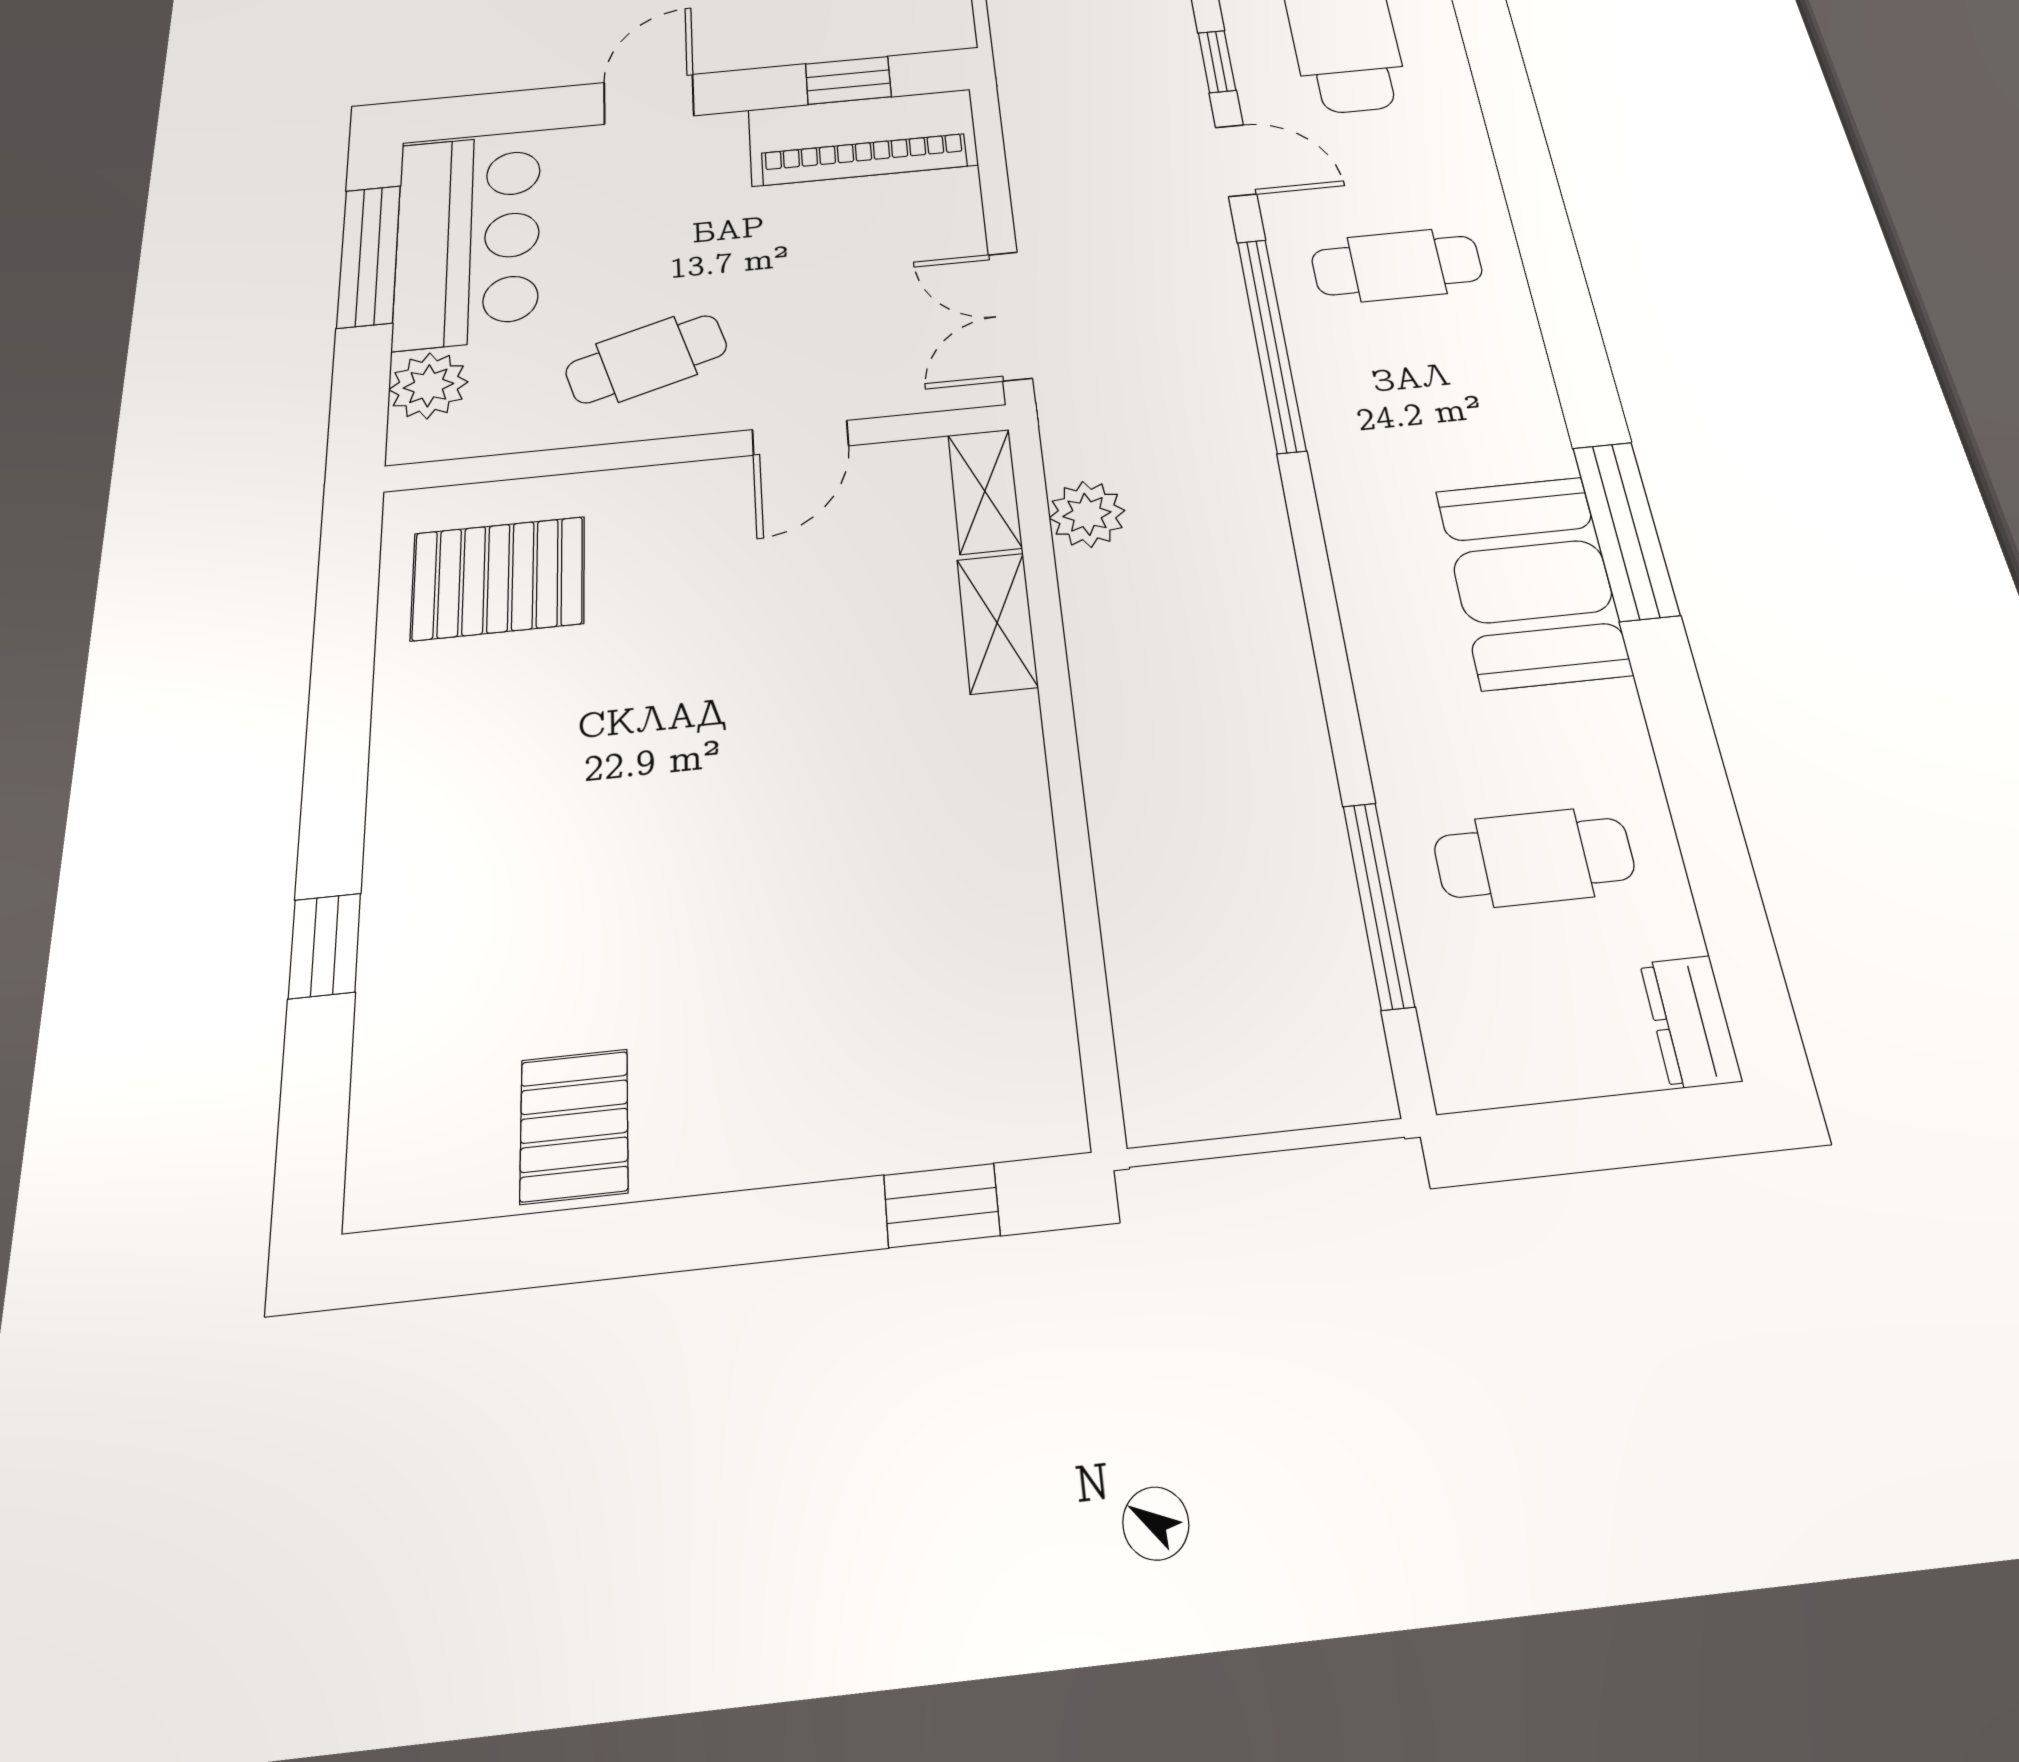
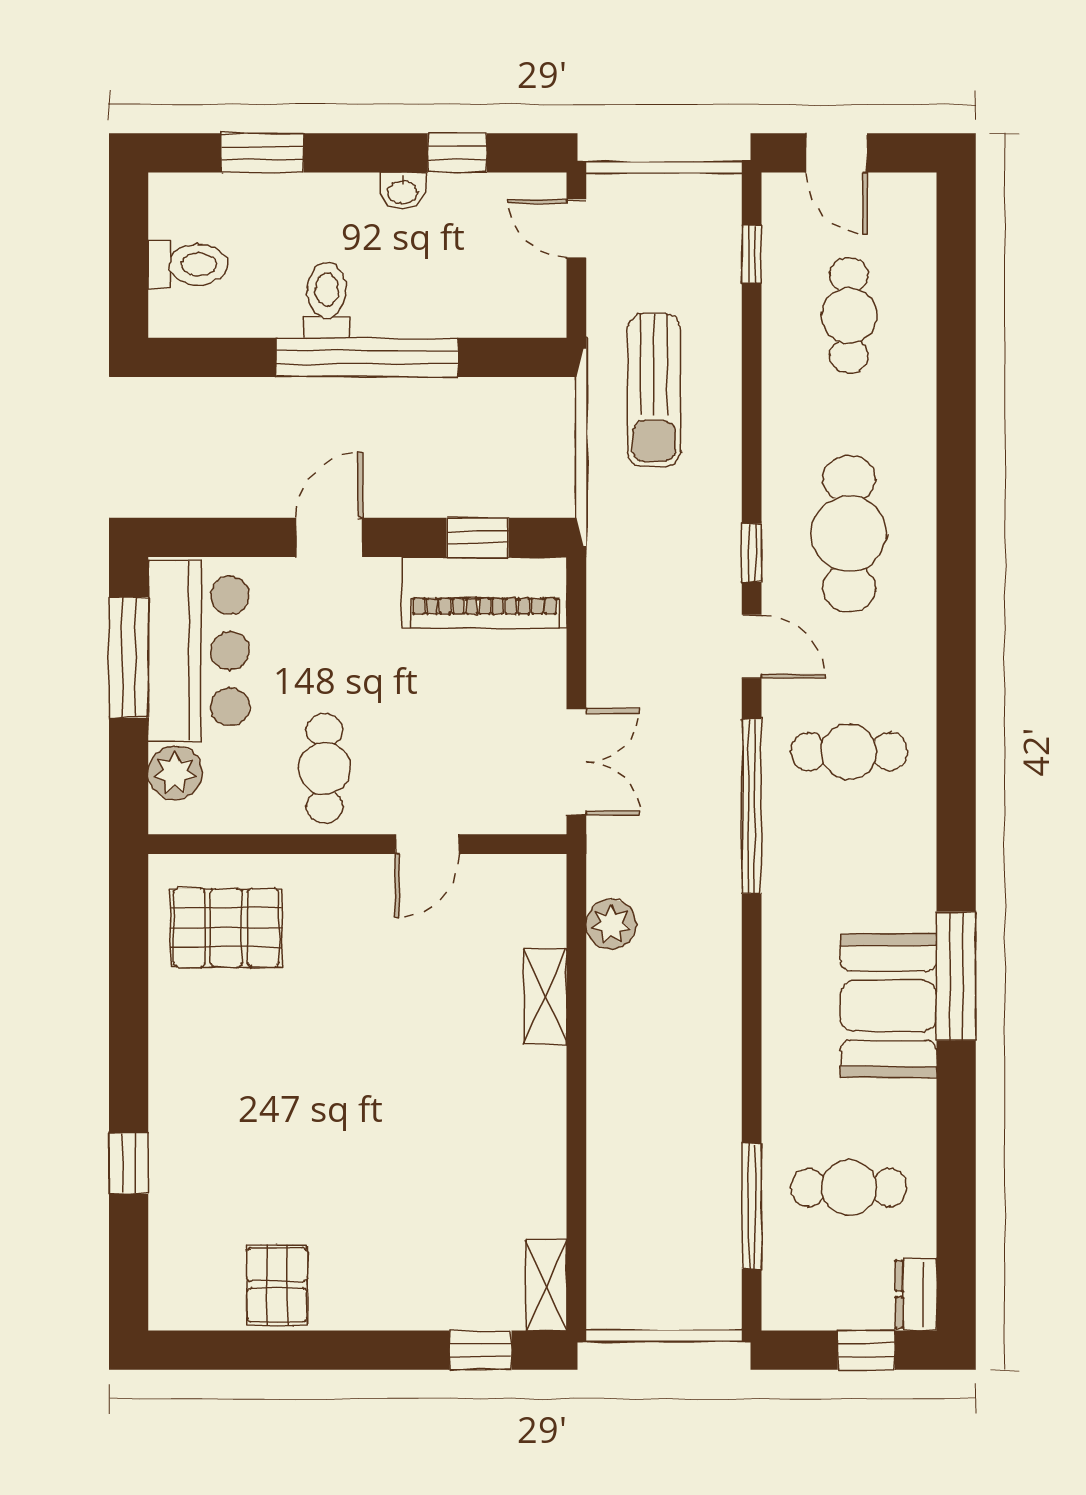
double door: (1010, 316) -> (576, 762), swing flipped
cafe table: (646, 359) -> (325, 768), turned -73
shelving: (985, 491) -> (546, 1285), moved
window: (1629, 1130) -> (866, 1350), added

